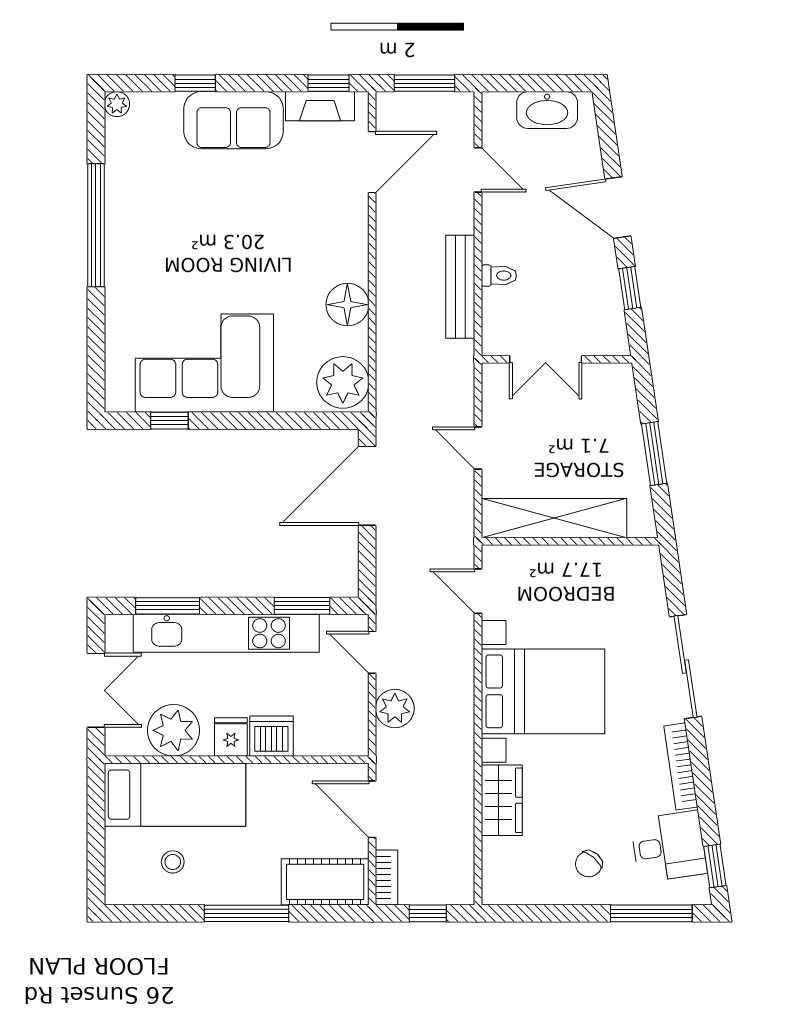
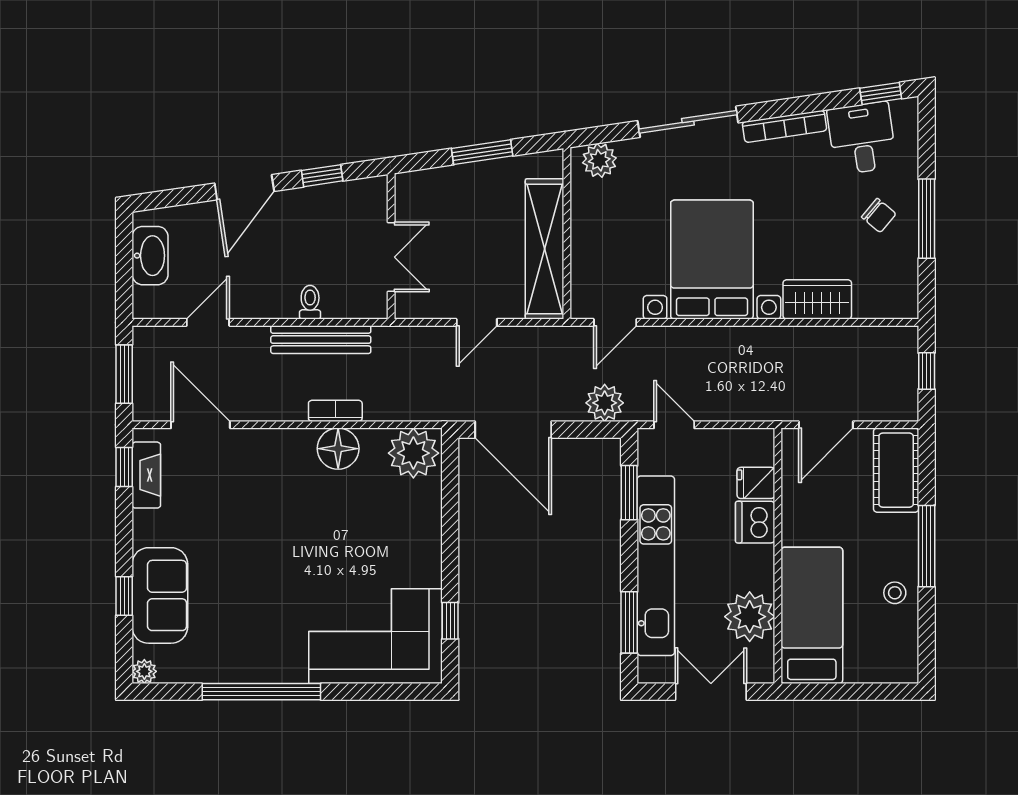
sofa: (234, 120) -> (160, 595), moved
corner sofa: (204, 363) -> (376, 636), moved, turned 90
plant: (646, 575) -> (599, 160), added
door: (372, 652) -> (674, 425), swing flipped
plant: (395, 708) -> (605, 403), moved
fridge: (231, 737) -> (756, 483), moved
stool: (173, 862) -> (895, 593), moved
bookcase: (387, 877) -> (335, 411), moved
window: (651, 913) -> (927, 219), moved

